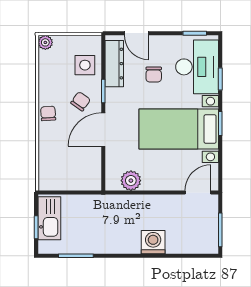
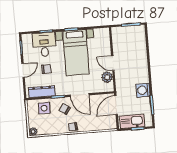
door: (137, 33) -> (23, 70), moved
desk: (197, 67) -> (44, 45), width x0.73
door: (80, 192) -> (116, 105), added
door: (198, 192) -> (113, 63), moved
washing machine: (153, 242) -> (143, 90), moved

